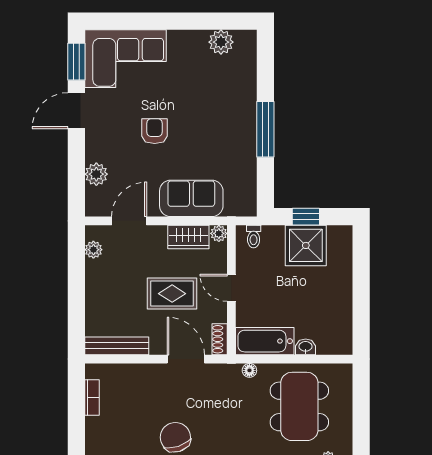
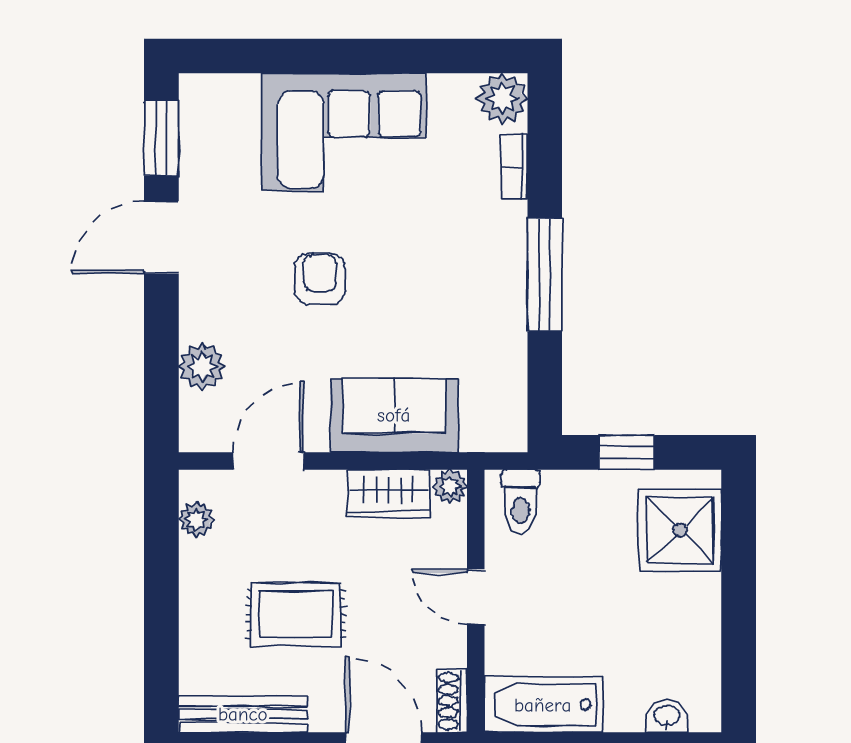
plant: (221, 42) -> (502, 98), moved
corner sofa: (125, 59) -> (344, 132), moved
bookcase: (250, 76) -> (514, 167), added
toilet: (254, 237) -> (521, 502), width x1.37, depth x1.39
shower: (306, 245) -> (680, 530), moved
rug: (172, 294) -> (296, 614), moved
washbasin: (306, 347) -> (667, 716), moved

